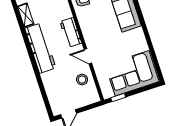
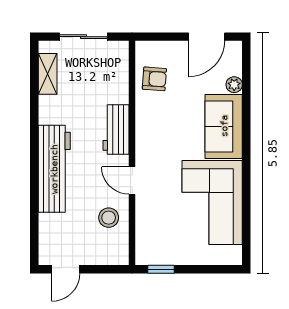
workbench: (40, 48) -> (54, 169), moved
corner sofa: (132, 73) -> (212, 202), moved, turned -90

